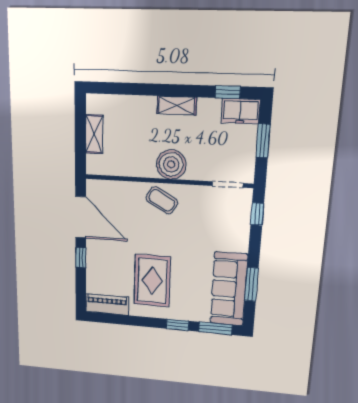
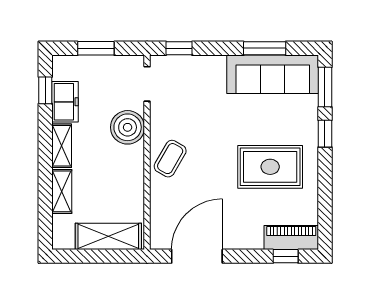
shelving: (136, 104) -> (62, 191), added
freezer: (241, 111) -> (65, 102), moved
shelving: (94, 134) -> (108, 236), width x1.50, depth x1.33
boiler: (171, 164) -> (128, 127), moved
window: (81, 258) -> (286, 256), moved
piano: (107, 304) -> (291, 238), moved, turned 90

